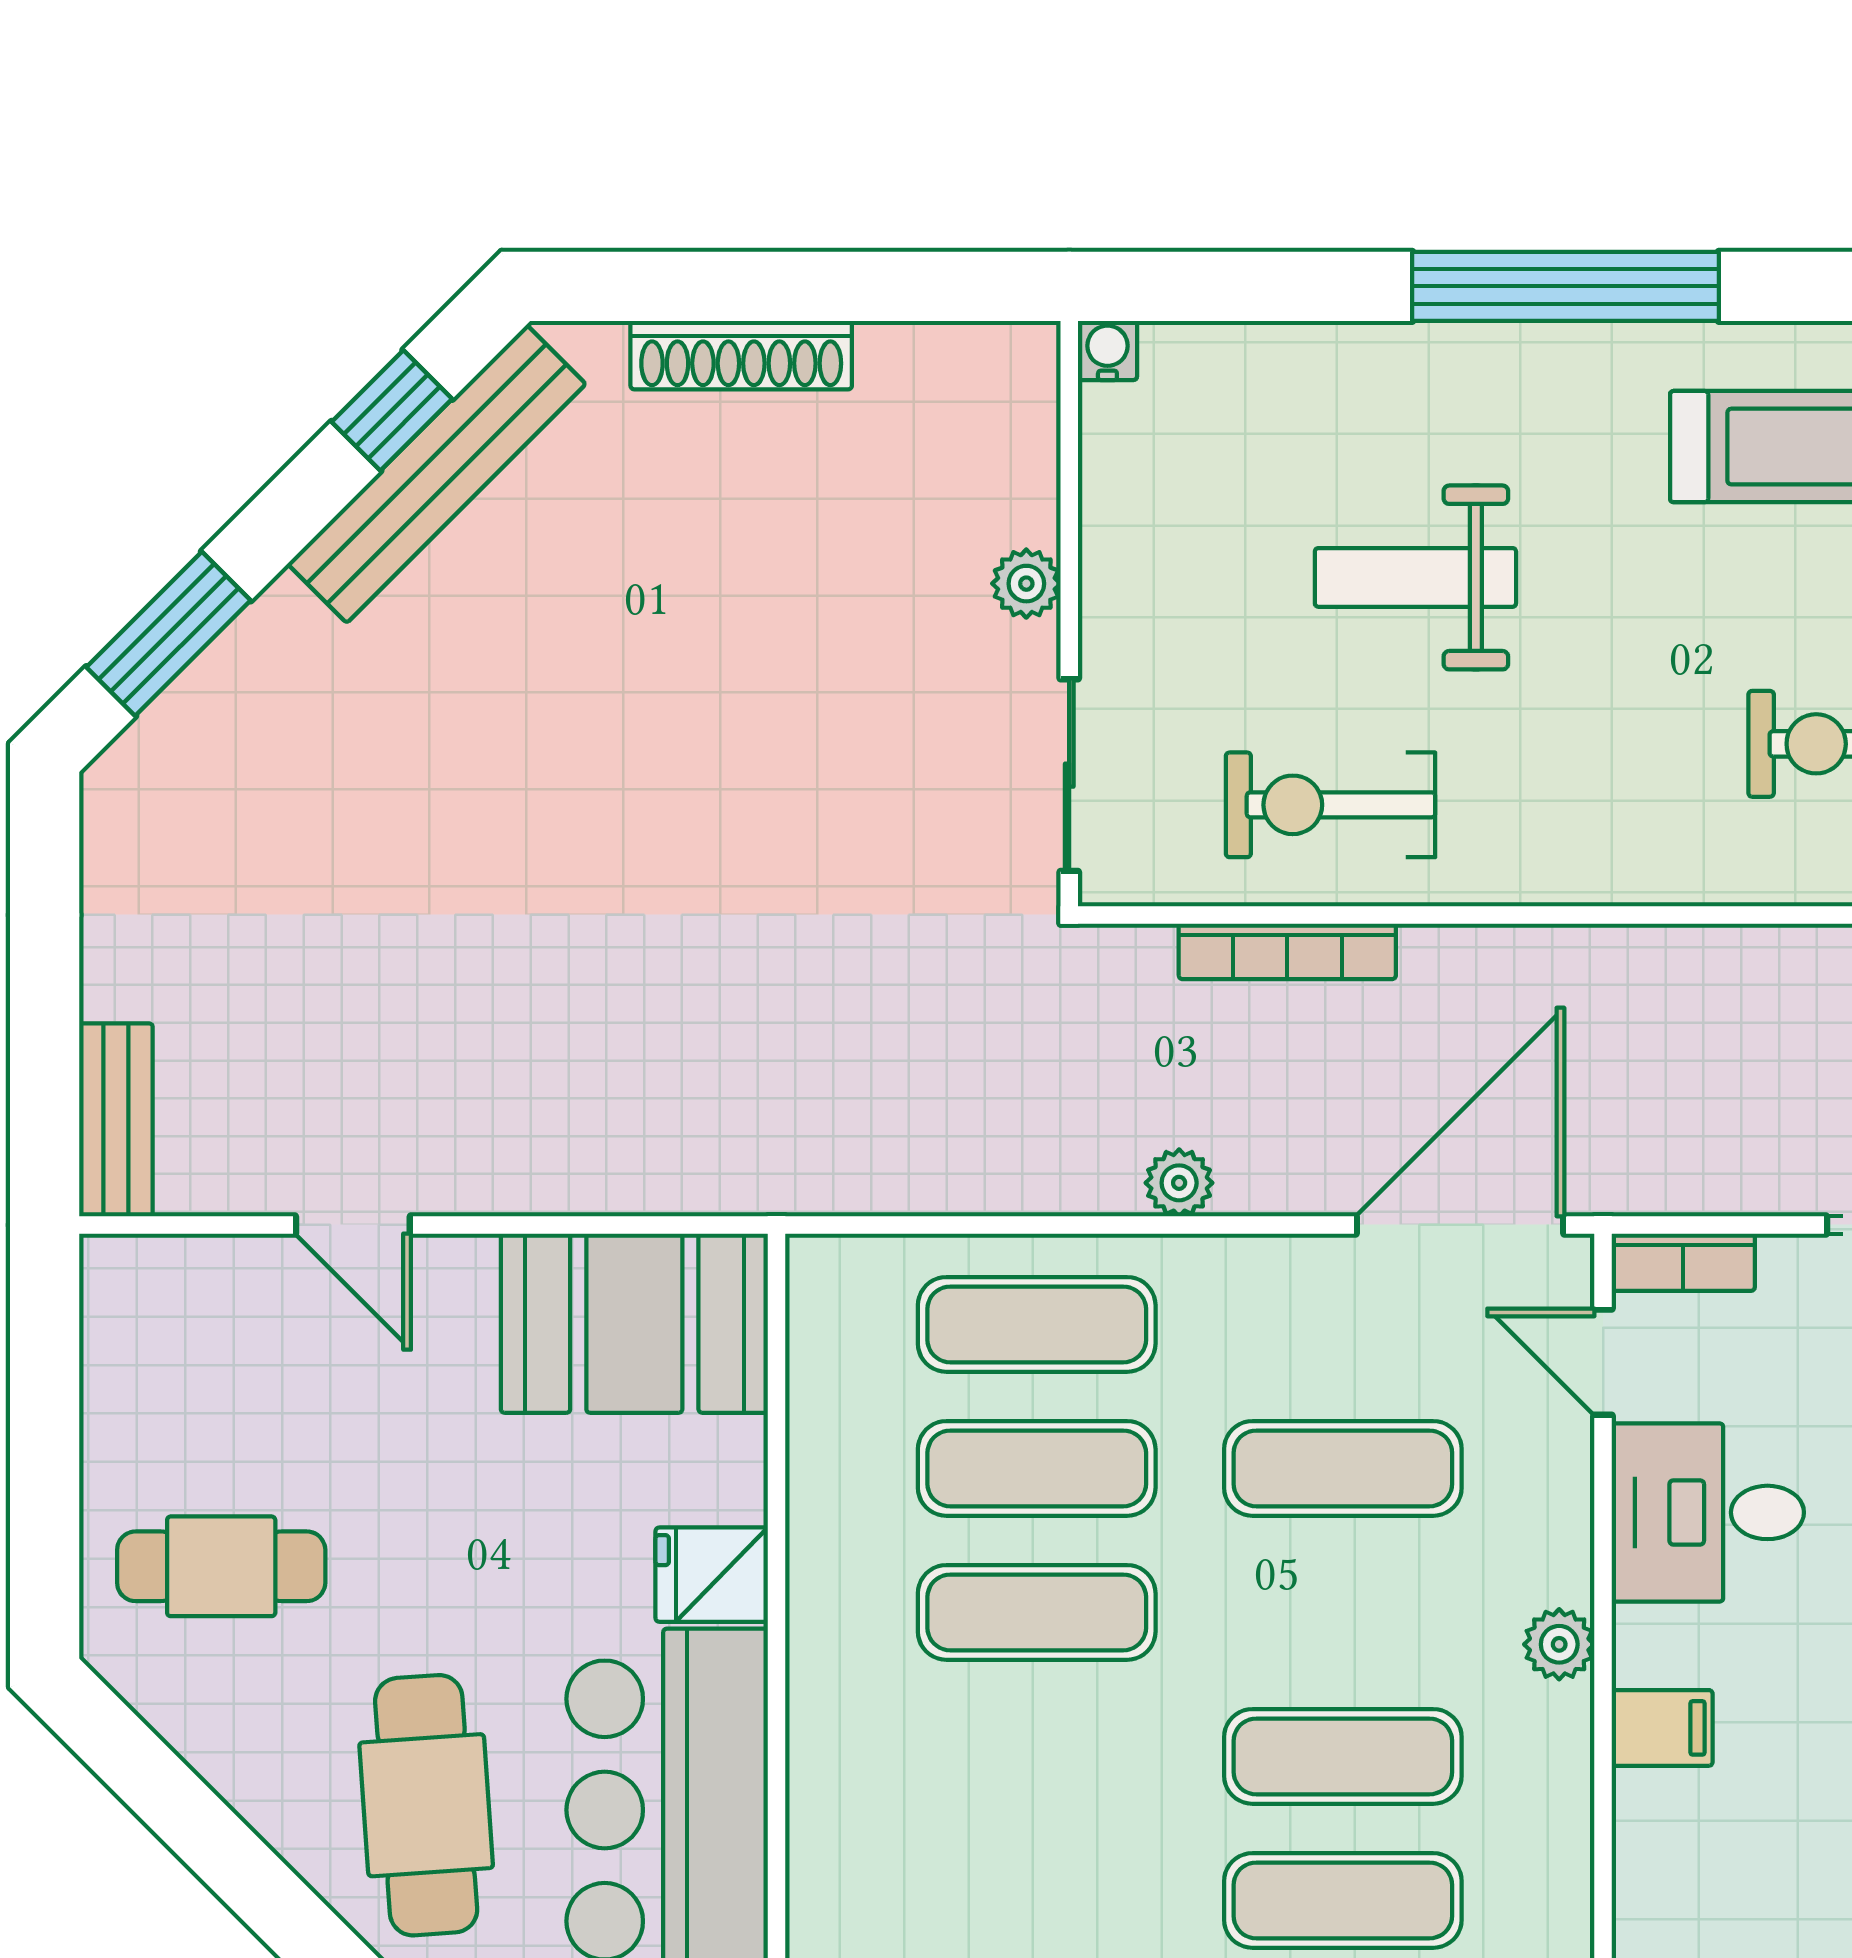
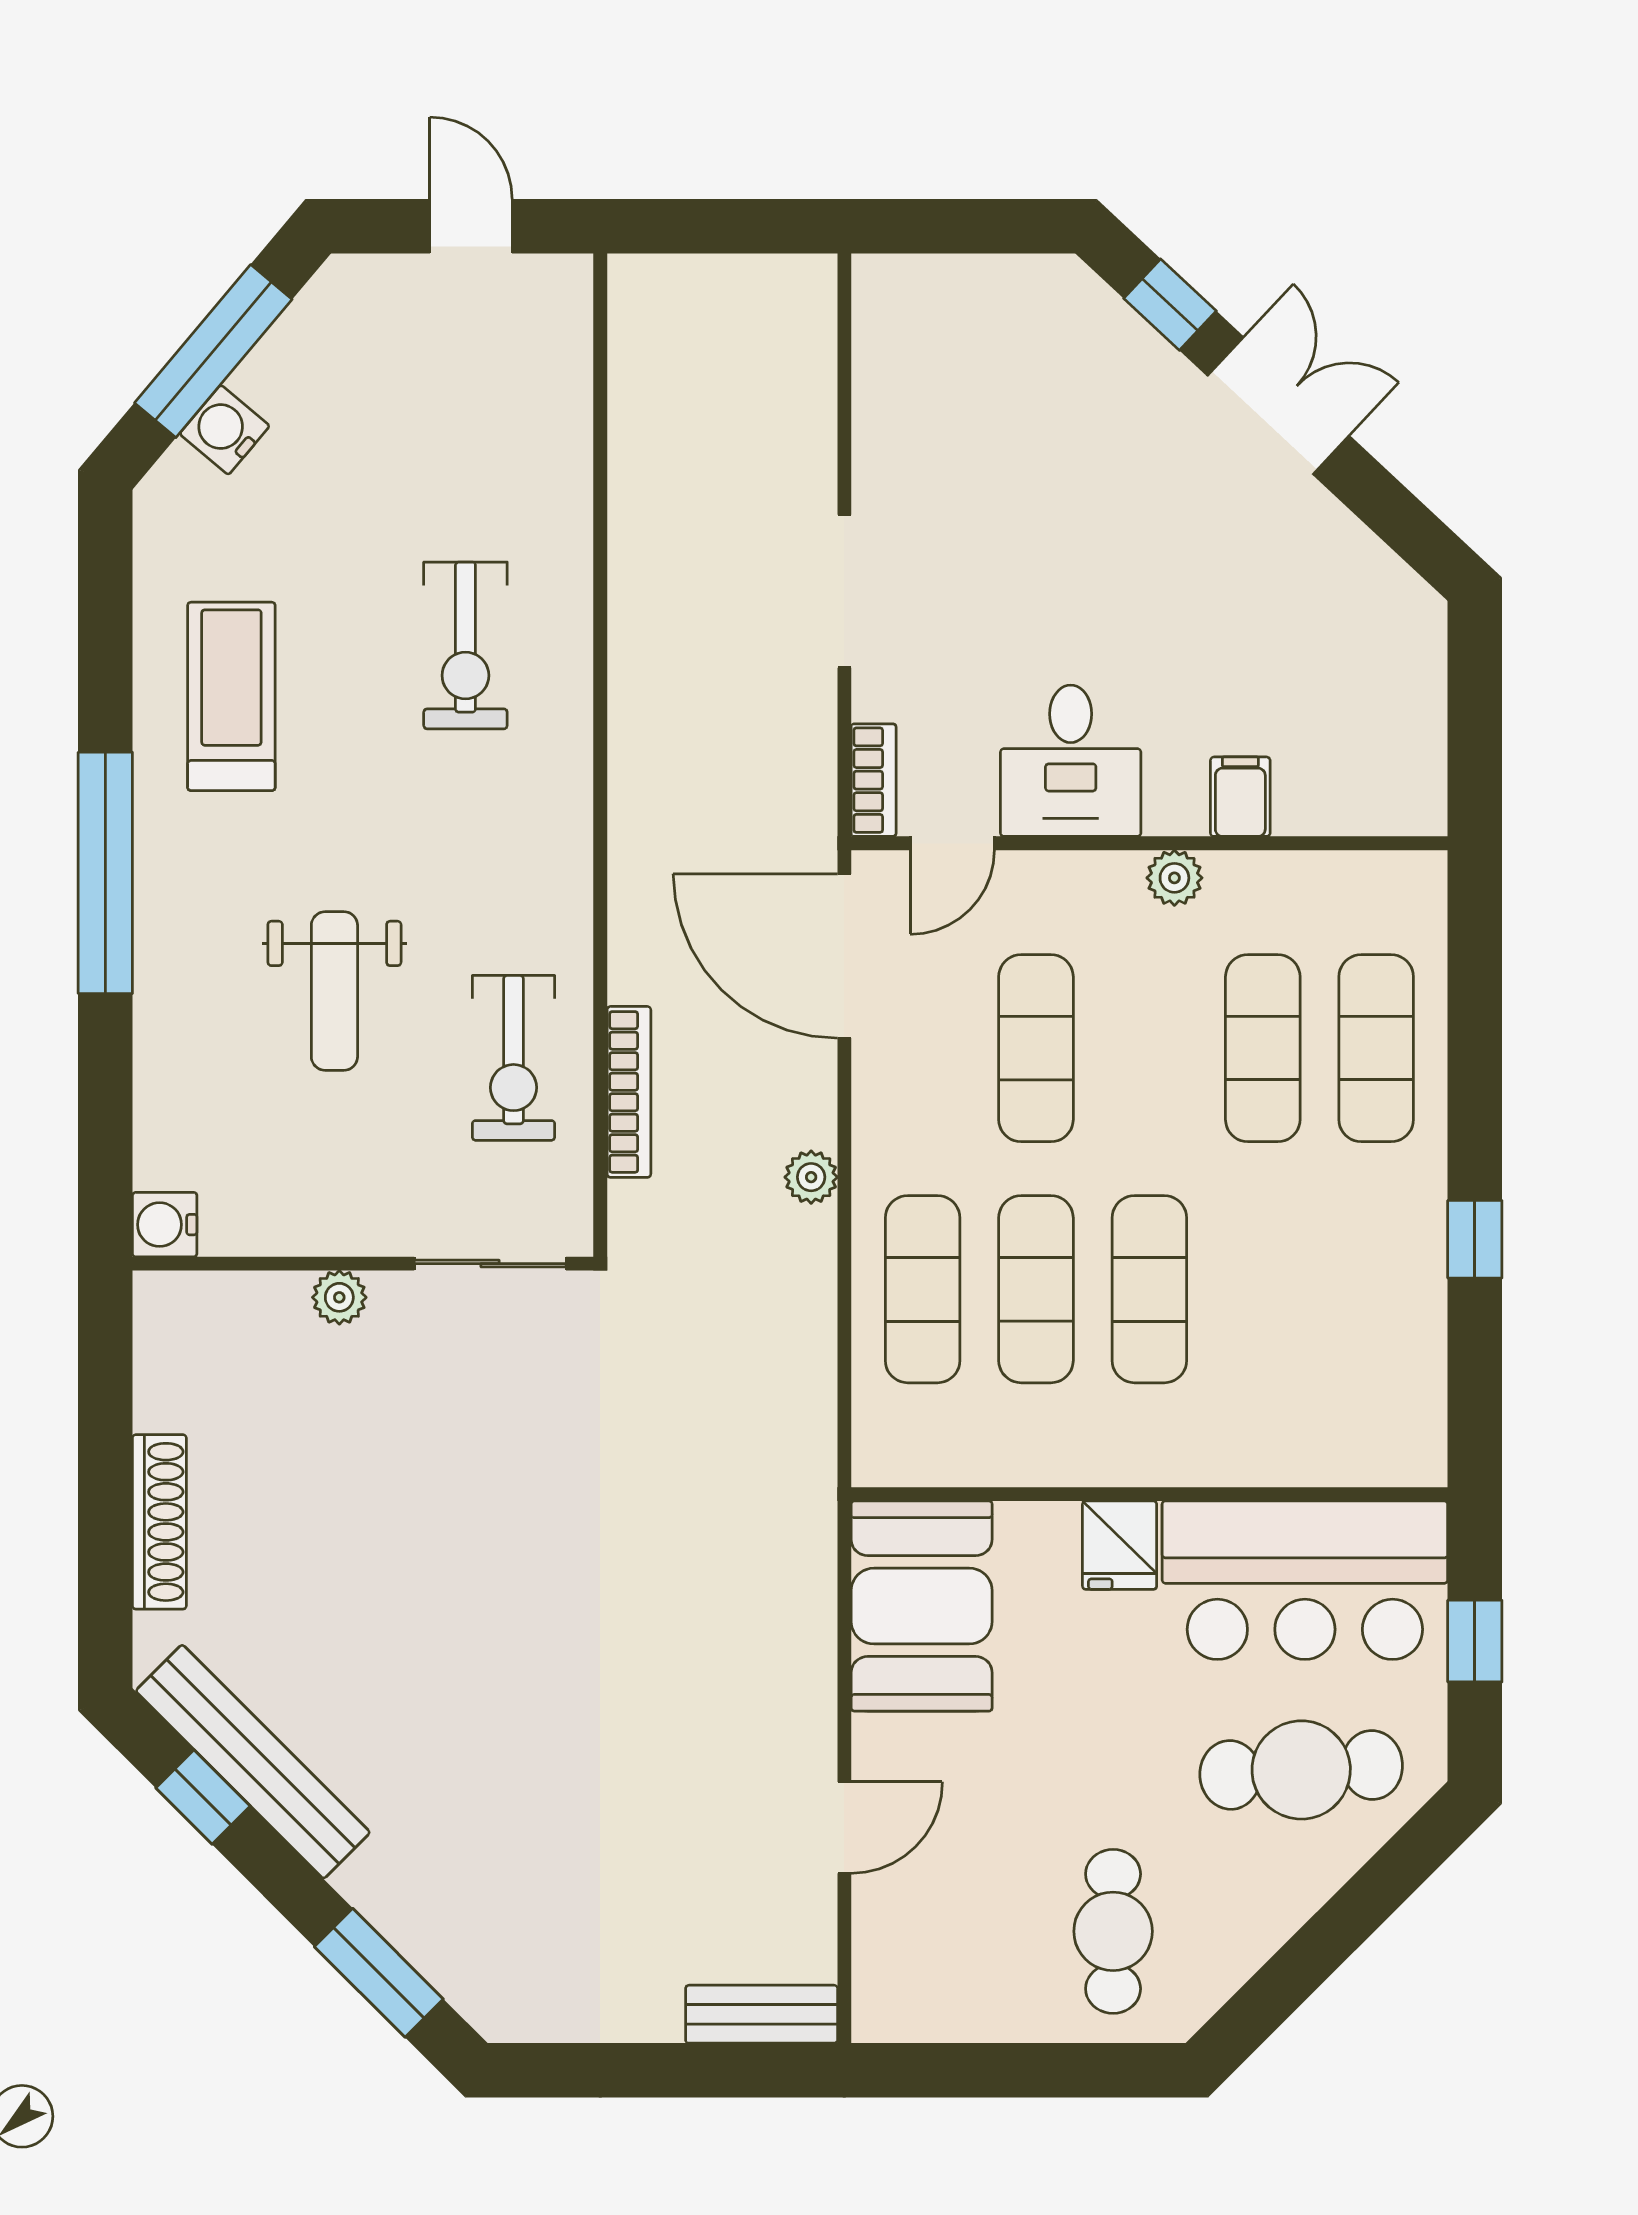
water cooler: (1107, 351) -> (165, 1225), width x1.38, depth x1.38

